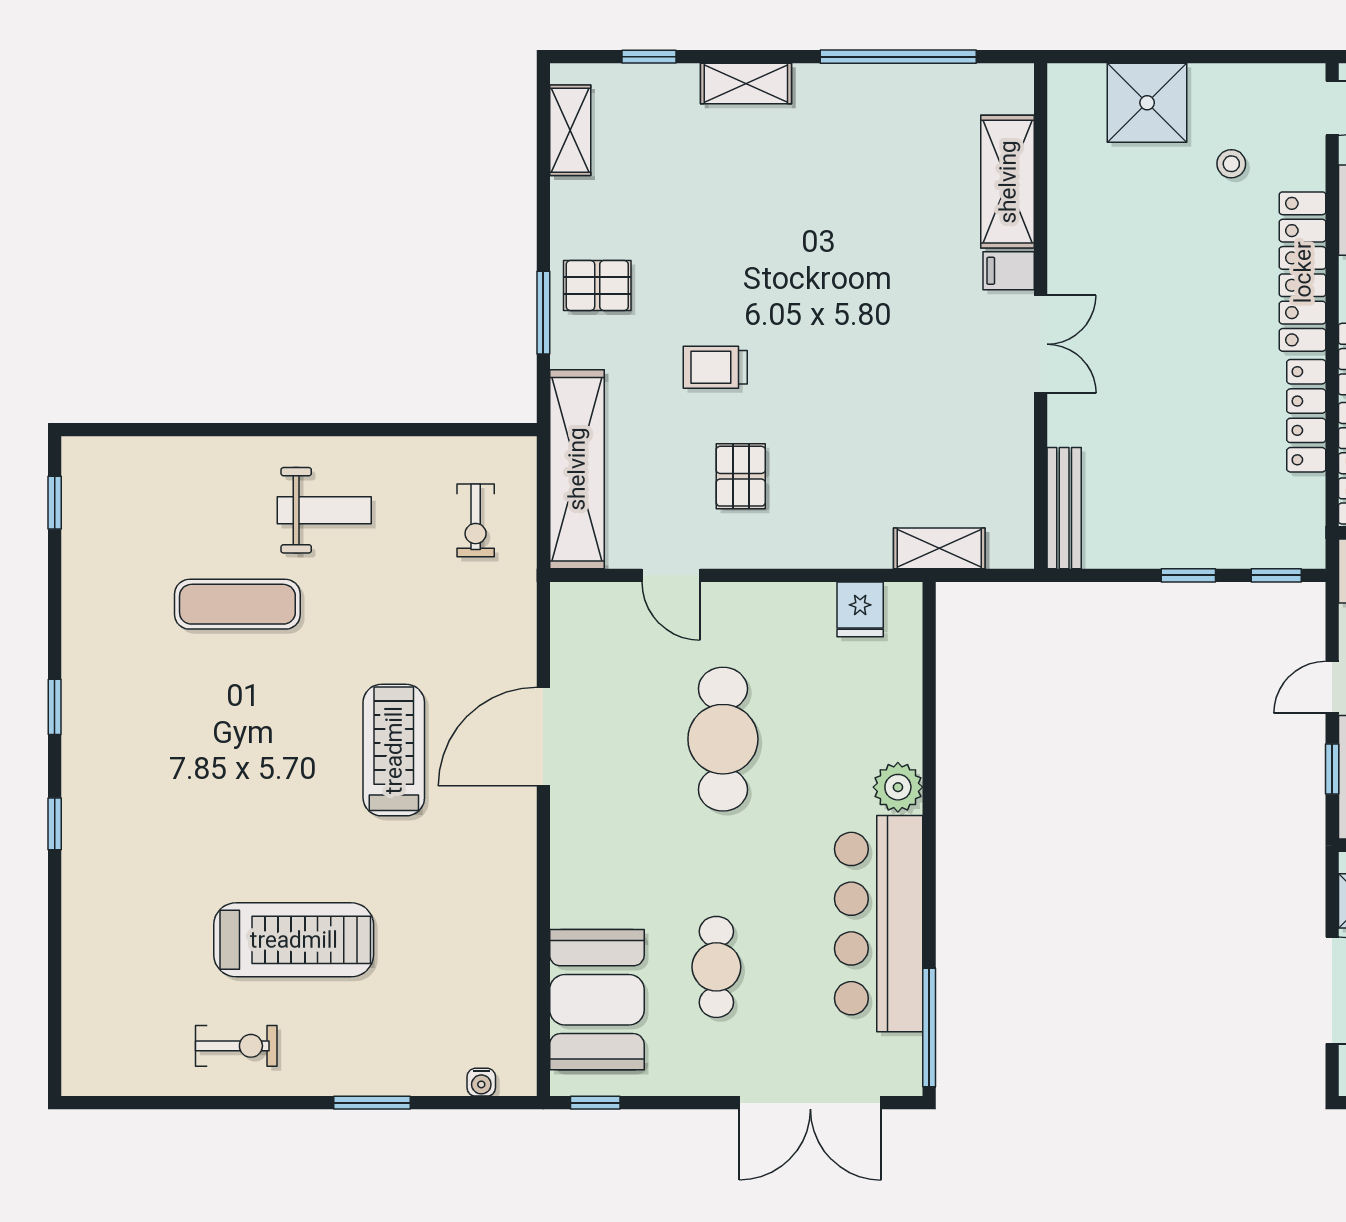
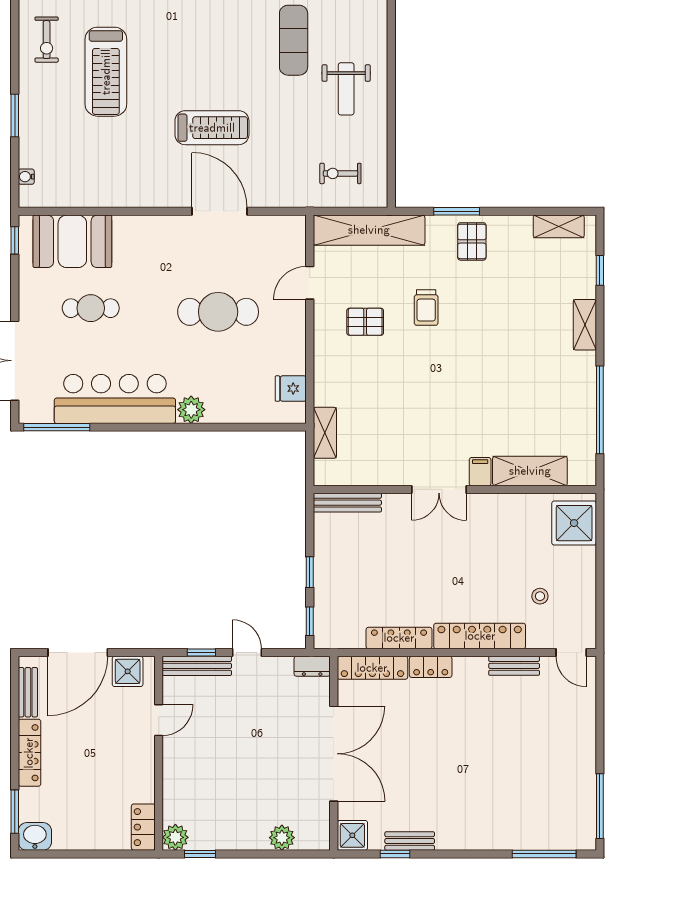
shower: (1147, 103) -> (574, 523), moved
trolley: (715, 367) -> (426, 308), turned 180

